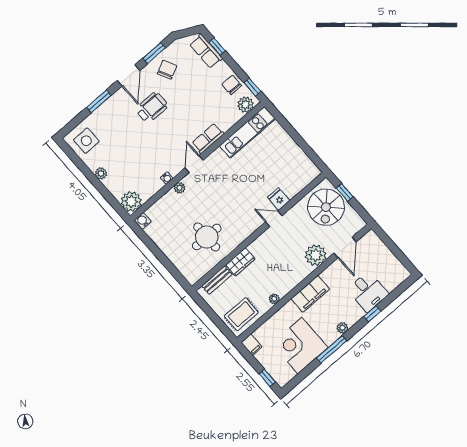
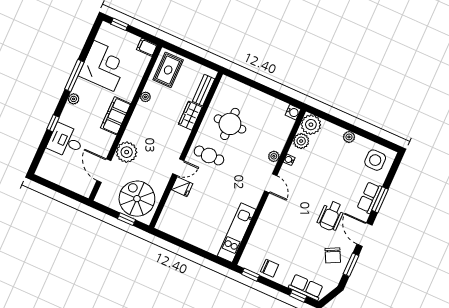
plant: (245, 105) -> (301, 141), moved
row of seats: (208, 138) -> (369, 198), moved, turned 180
cafe table: (240, 217) -> (209, 155), added

